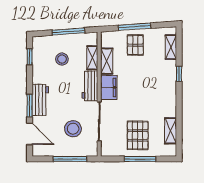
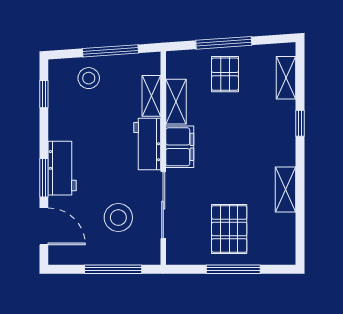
stool: (62, 59) -> (89, 78), moved
shelving: (171, 131) -> (286, 189), moved

